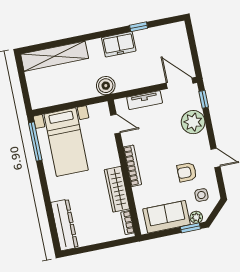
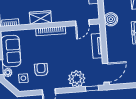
wardrobe: (117, 189) -> (40, 17), width x0.67

